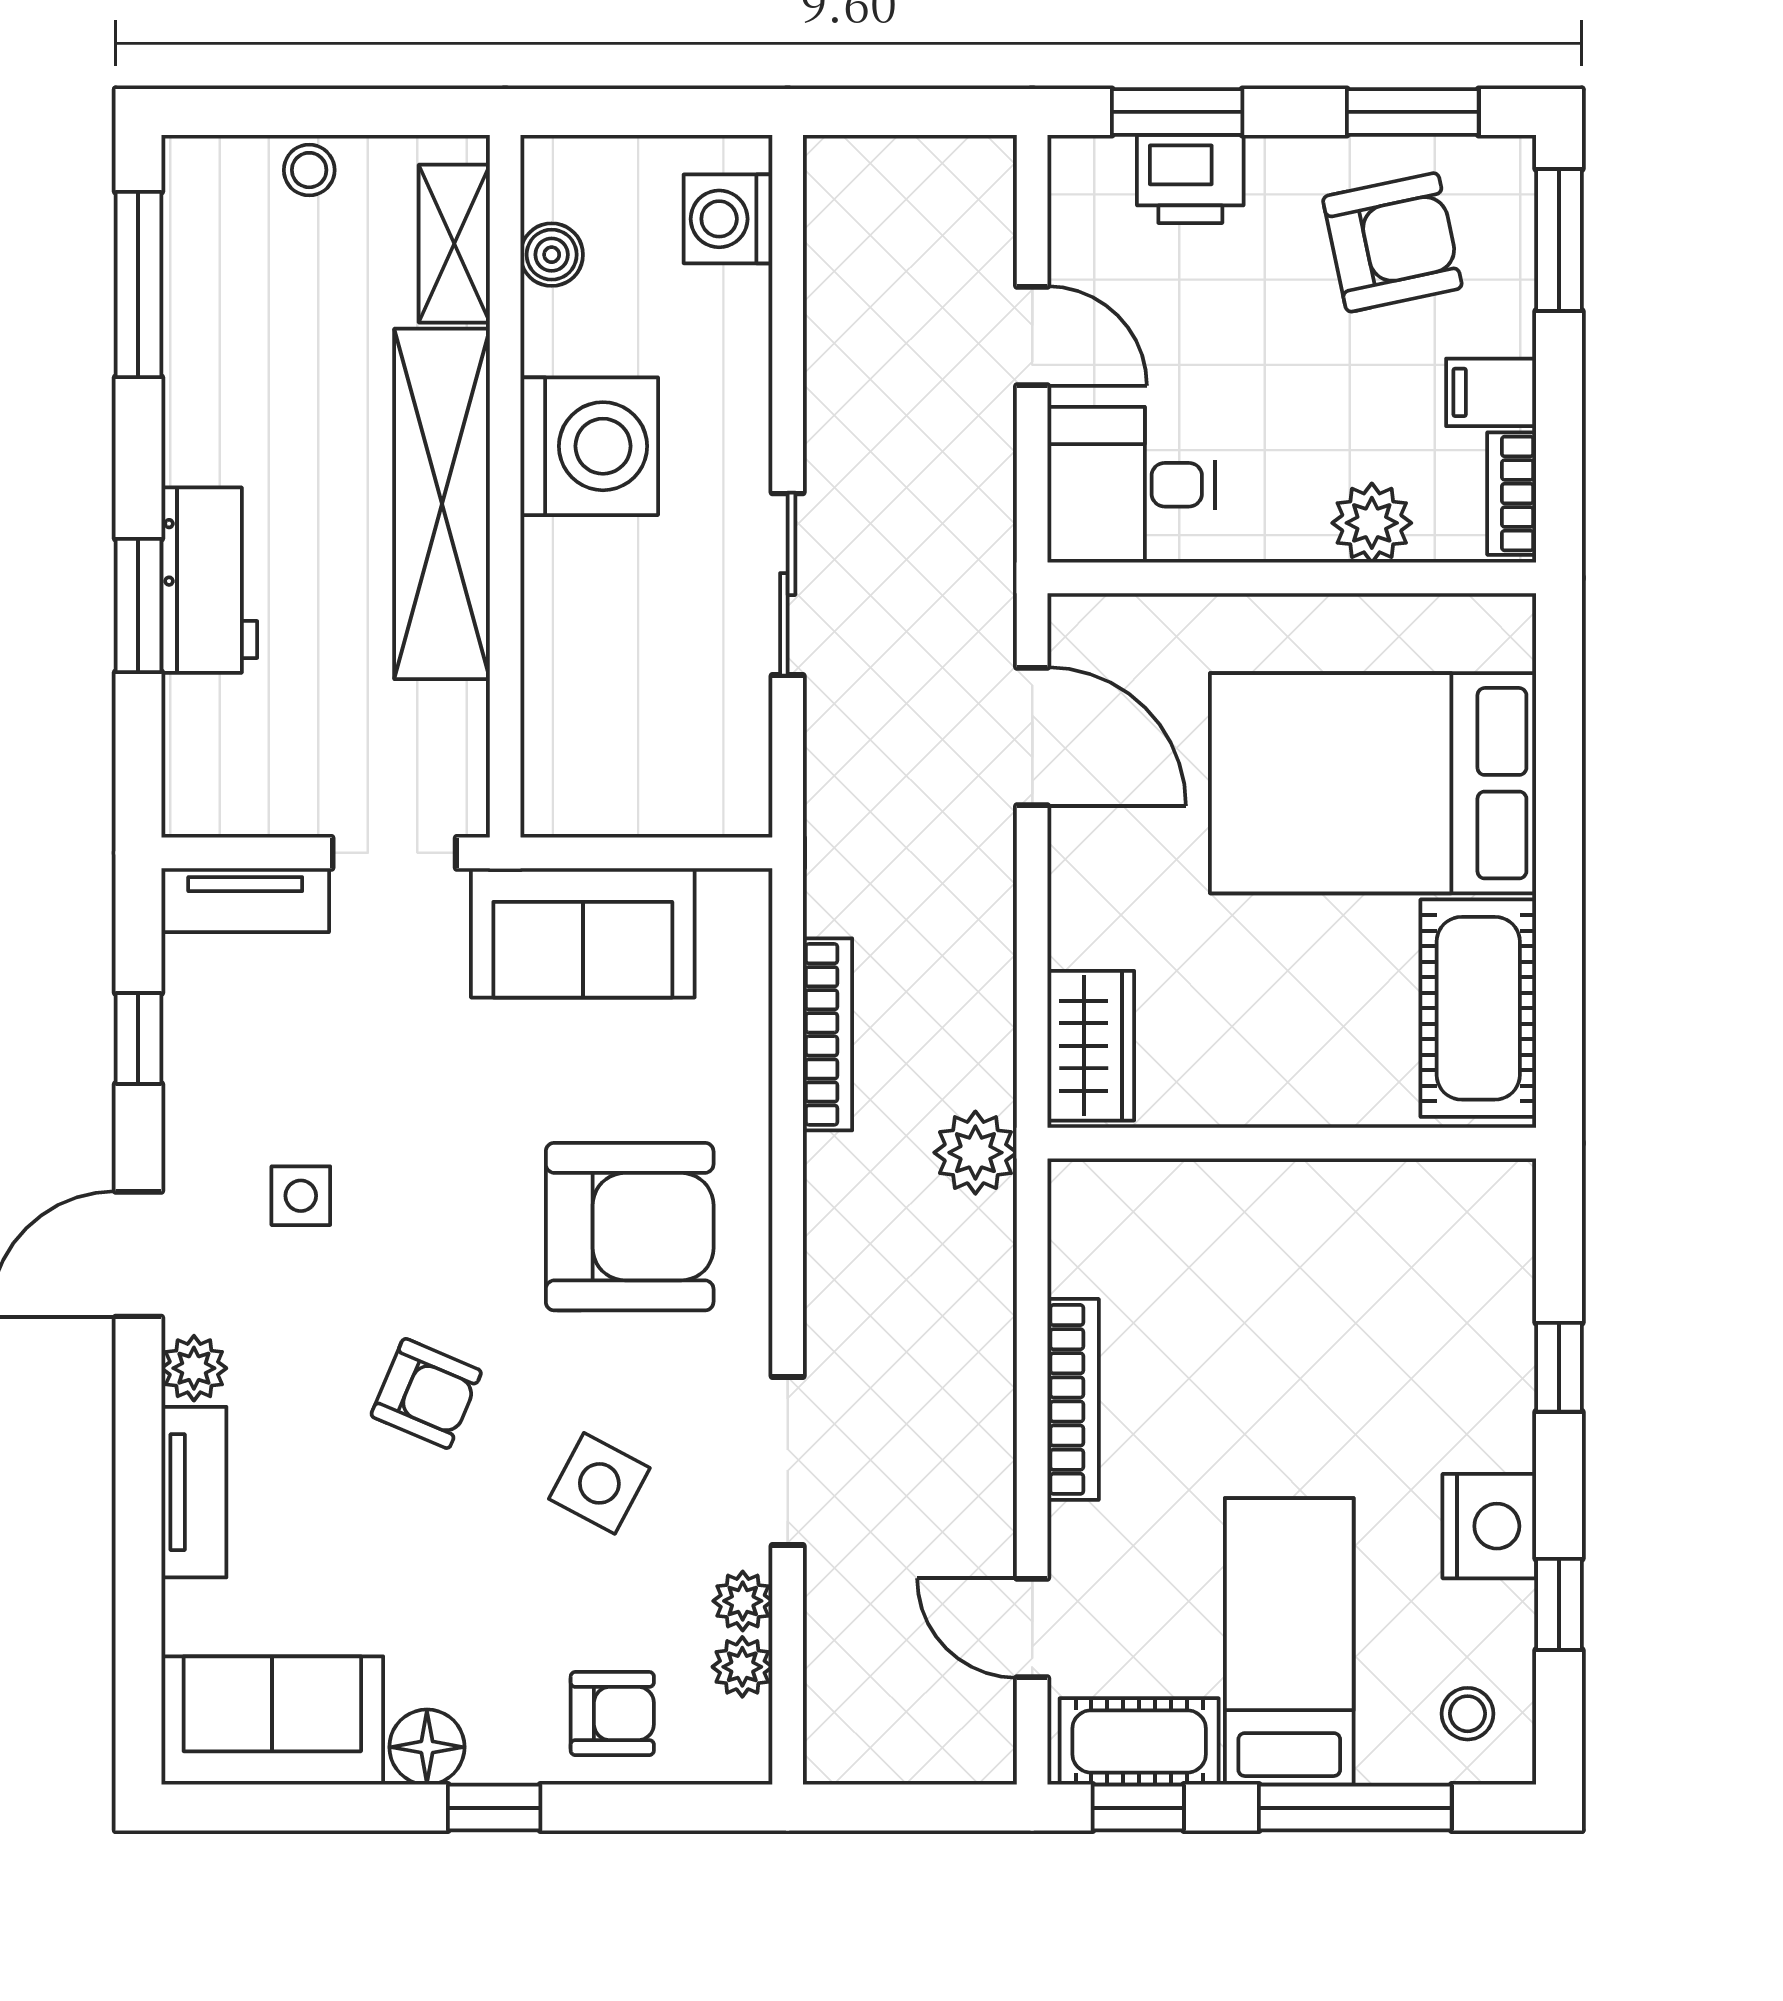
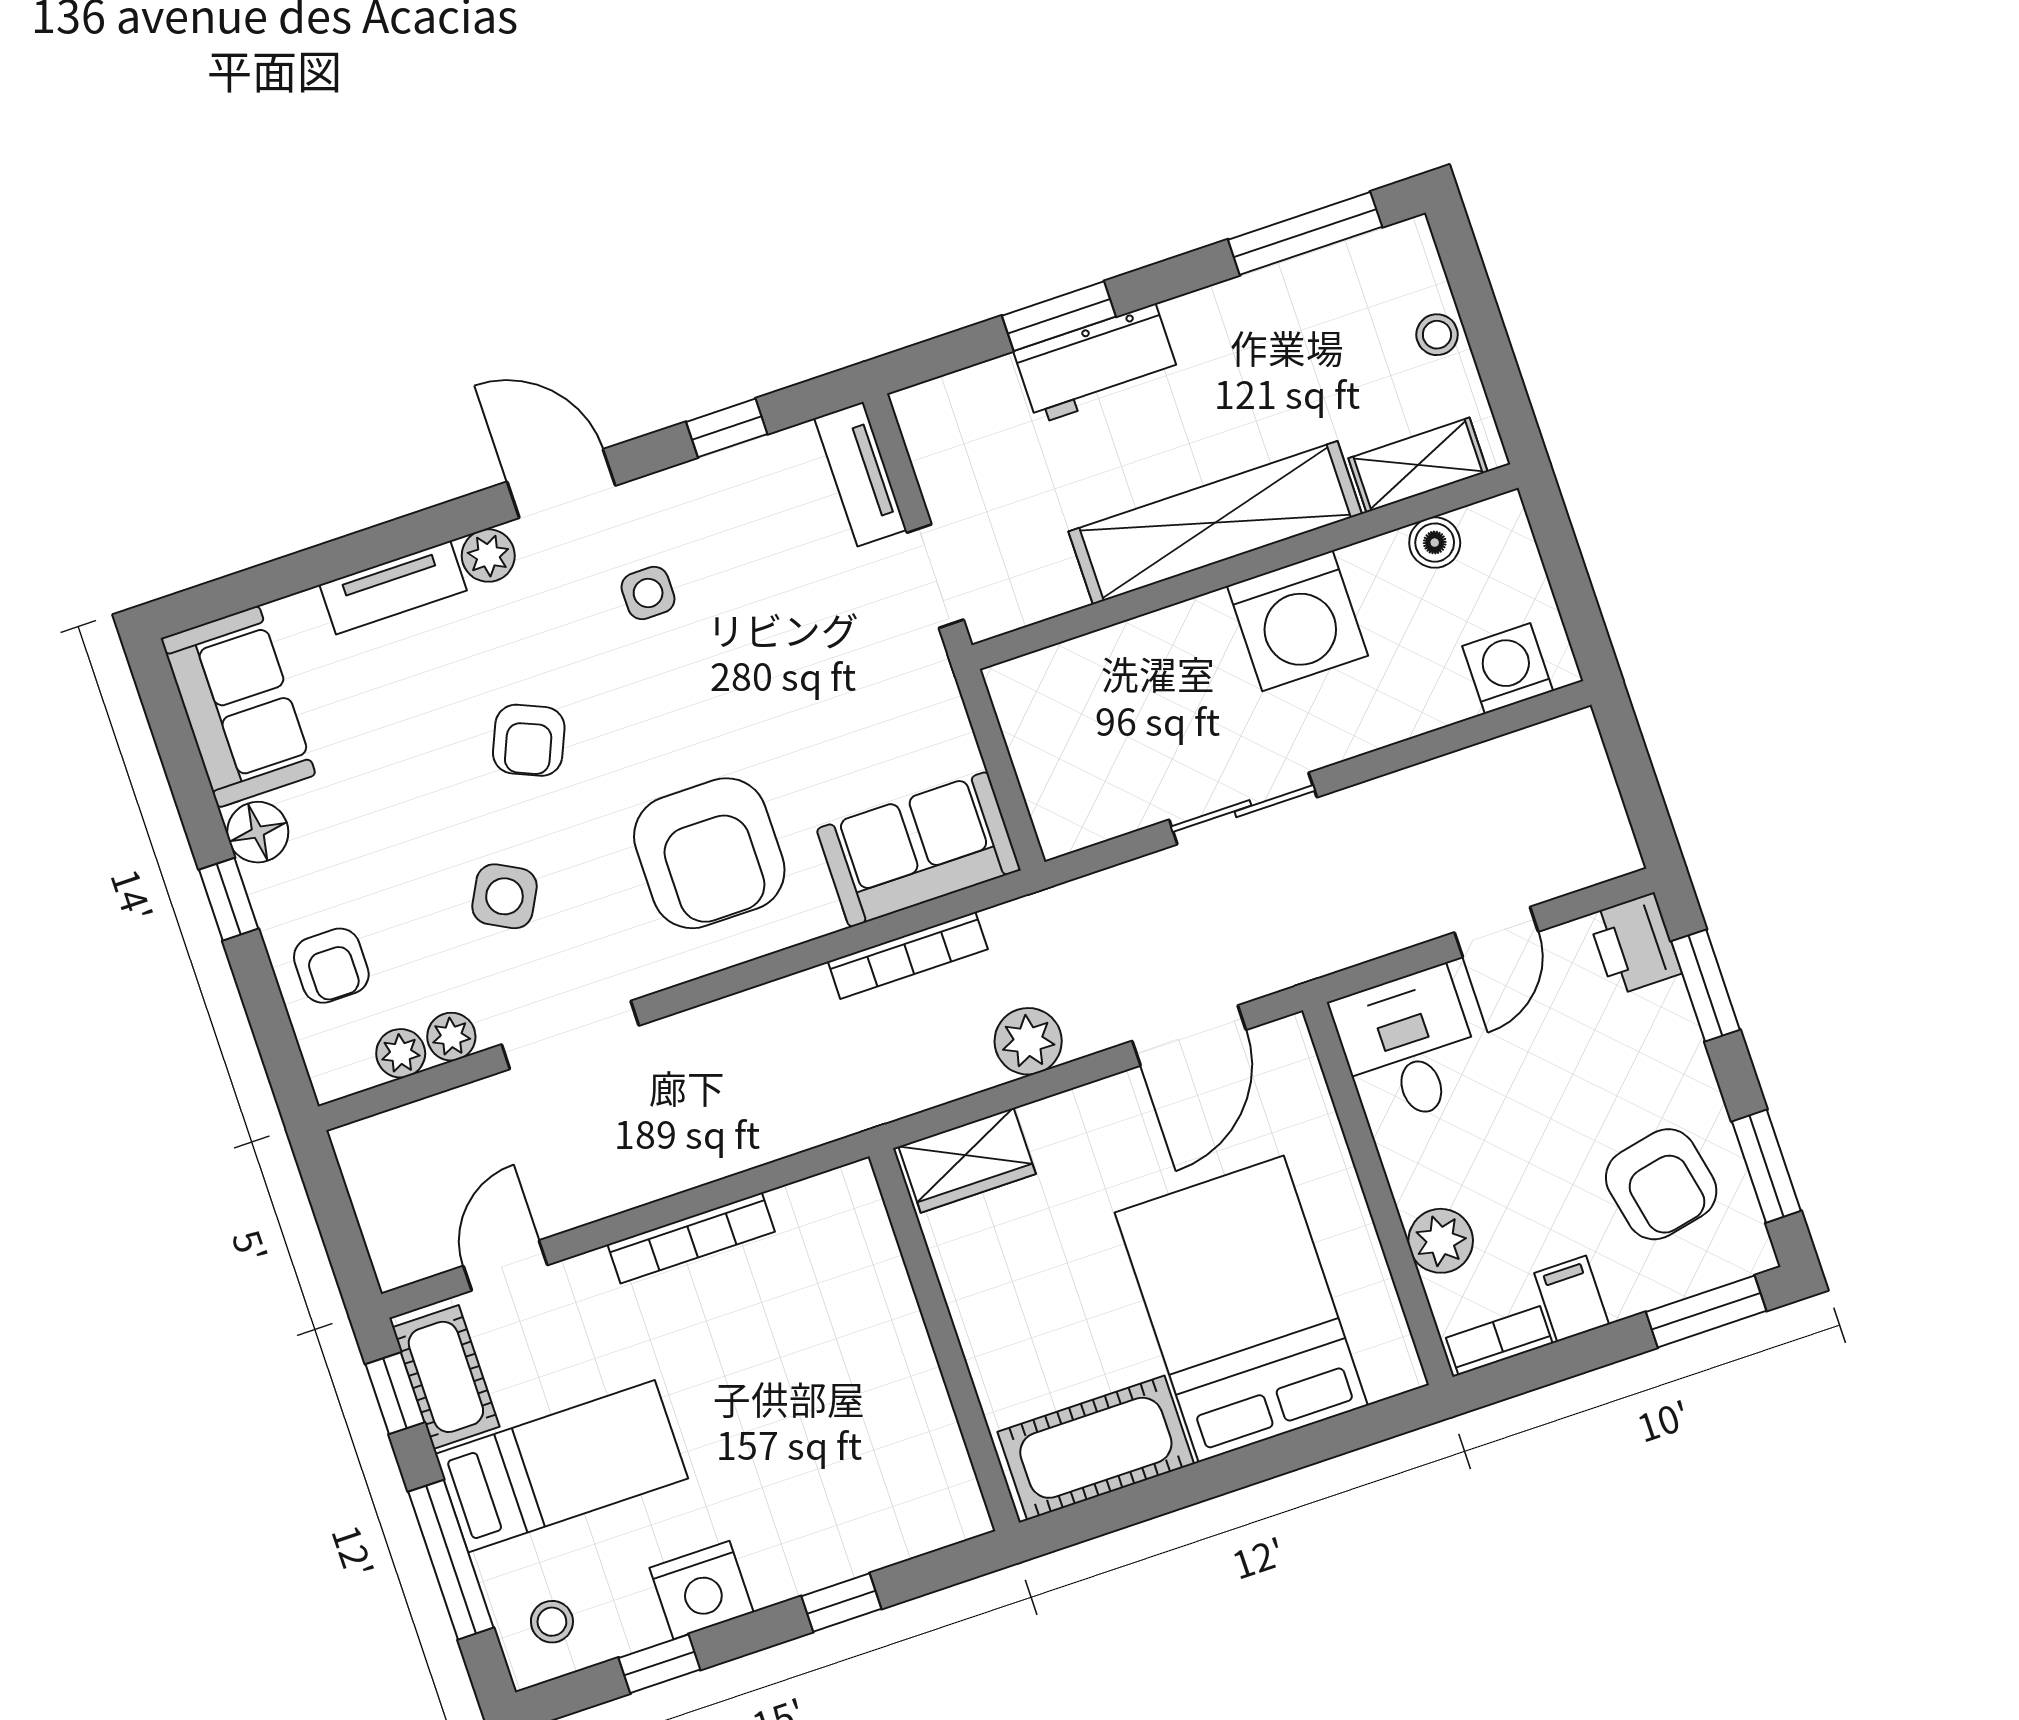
printer: (1190, 179) -> (1634, 944), moved
sofa: (583, 933) -> (919, 849), moved, turned 90
plant: (975, 1153) -> (1028, 1041), moved

